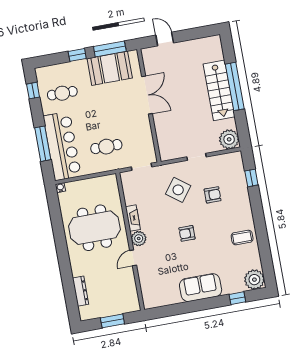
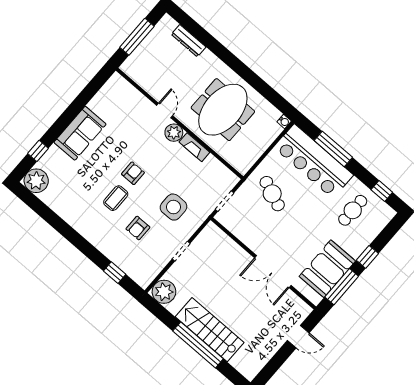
cafe table: (106, 147) -> (272, 194), turned -68
side table: (178, 190) -> (174, 207), turned -37
coffee table: (242, 238) -> (116, 198), moved
window: (112, 321) -> (137, 37), width x1.44

